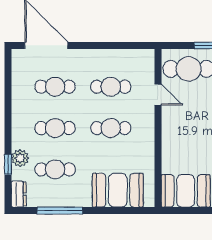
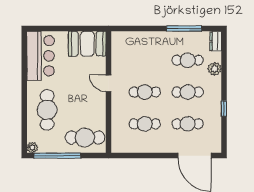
door: (158, 95) -> (109, 83), moved
window: (8, 164) -> (224, 109), moved
booth: (118, 190) -> (139, 44), removed

